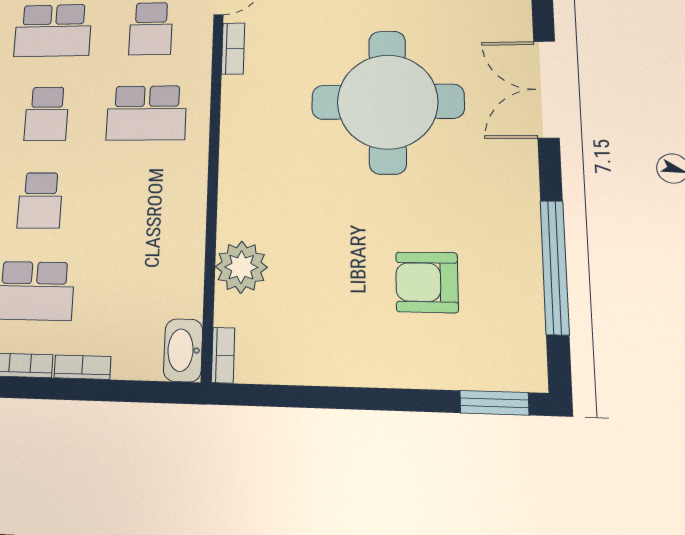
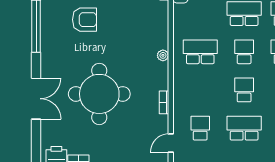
bookcase: (233, 49) -> (164, 102), moved
school desk: (146, 113) -> (200, 52), moved
plant: (241, 267) -> (163, 55), moved, width x0.53, depth x0.53

